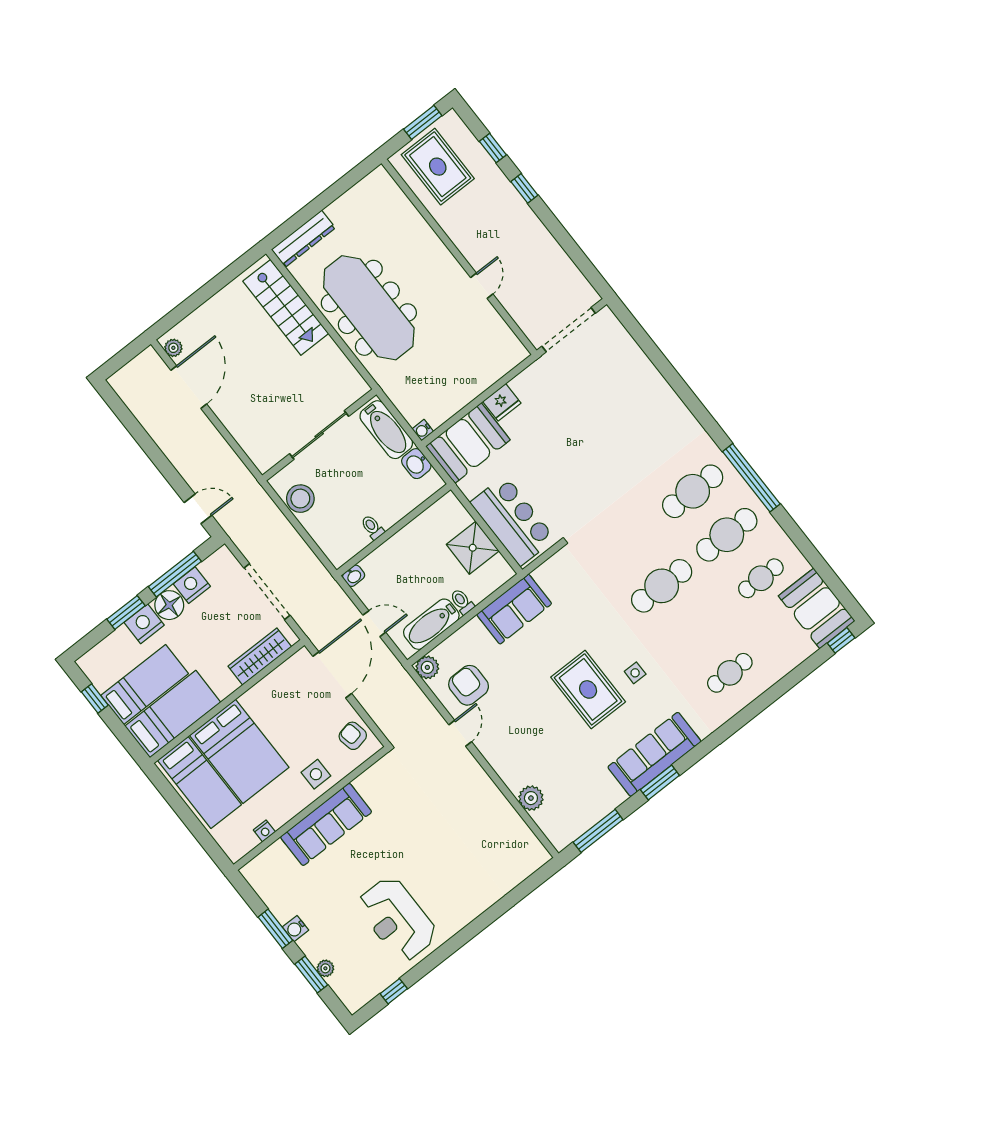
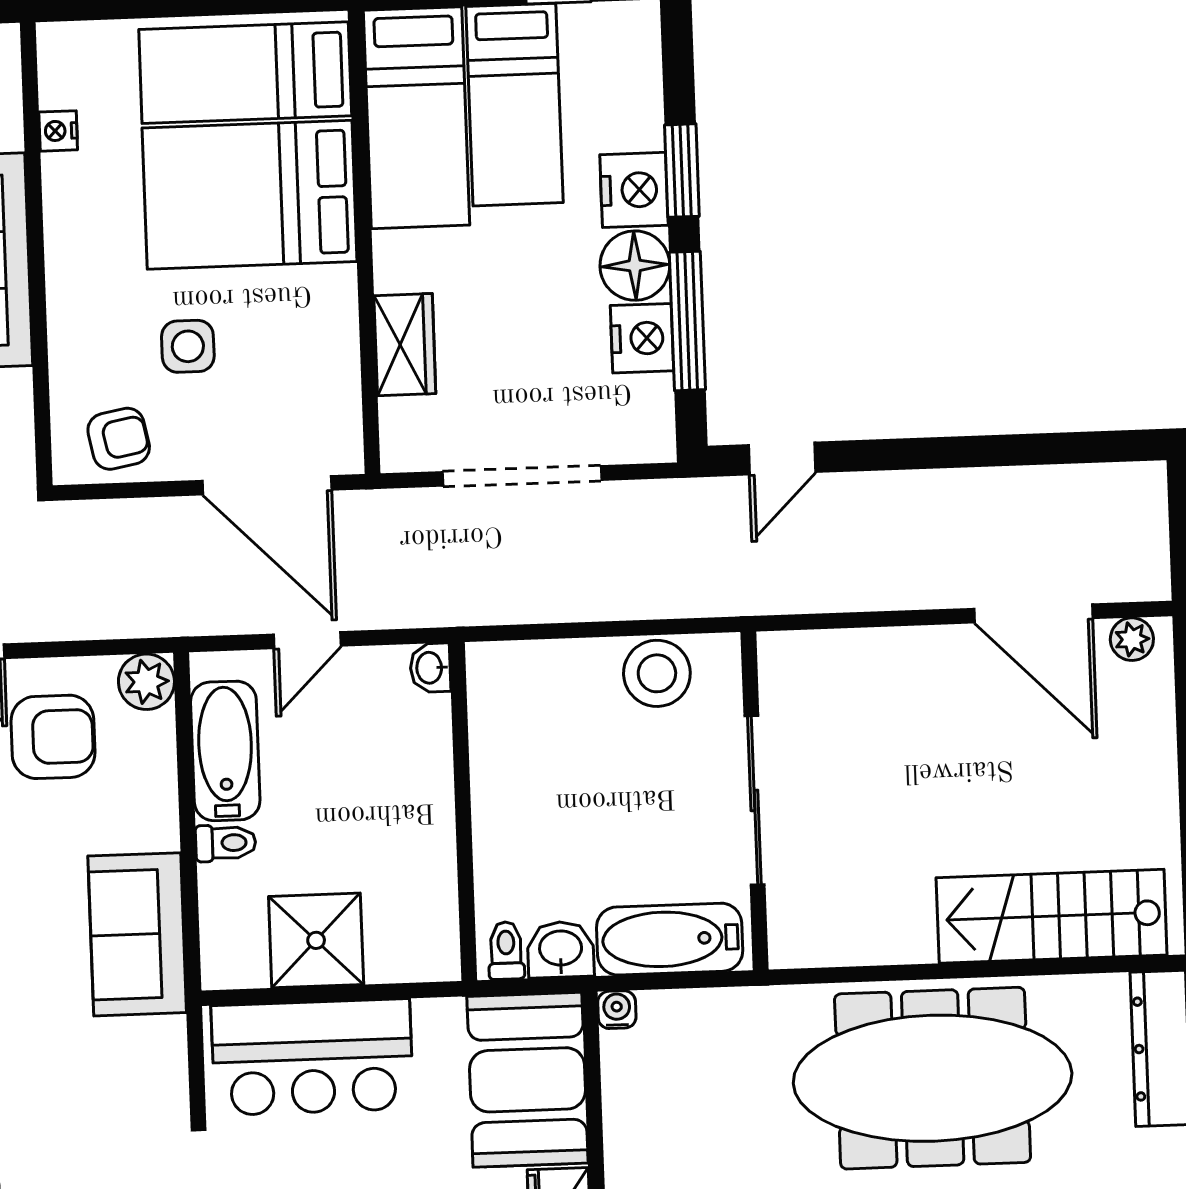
toilet: (372, 527) -> (506, 951), moved, turned -90
wardrobe: (260, 656) -> (405, 345), width x0.67
side table: (316, 774) -> (188, 346), moved

